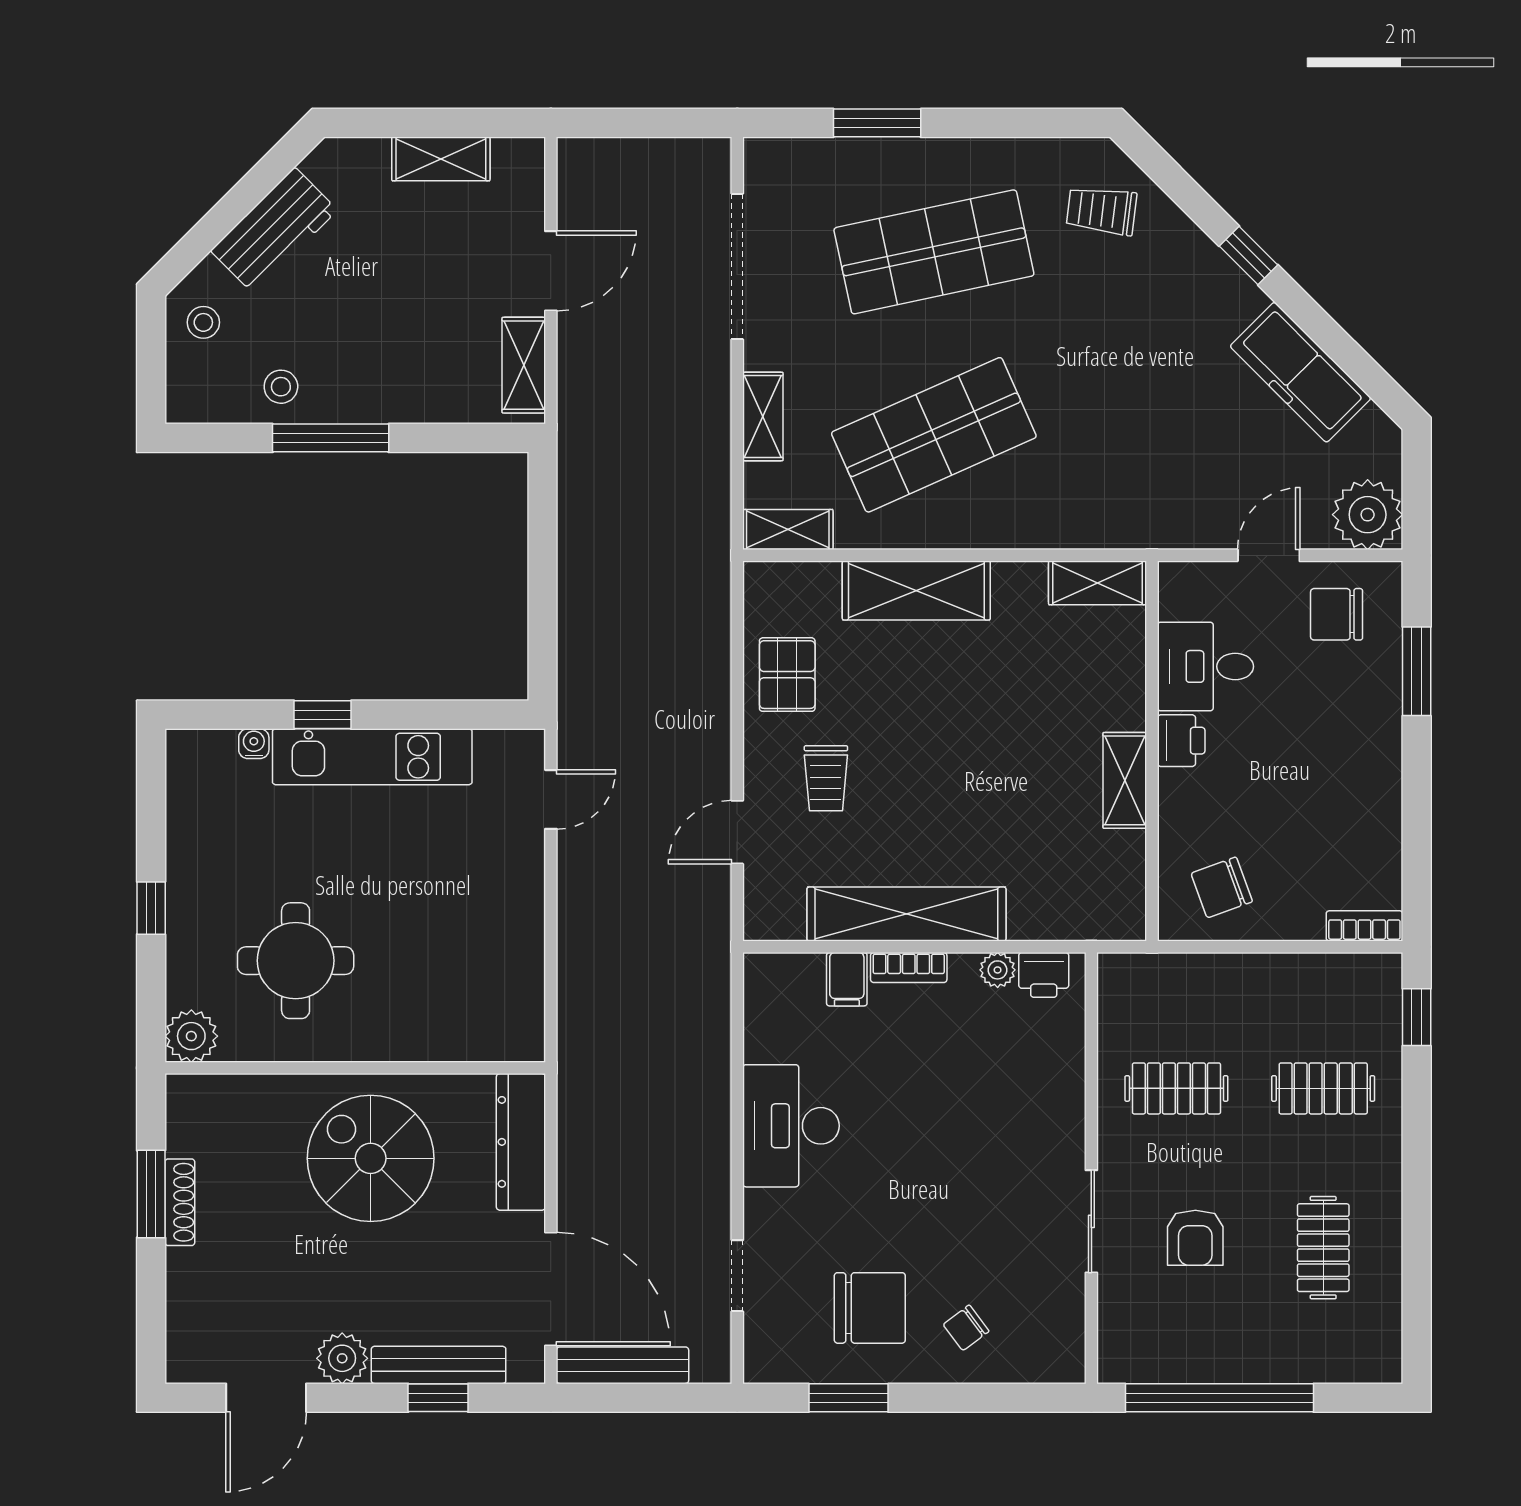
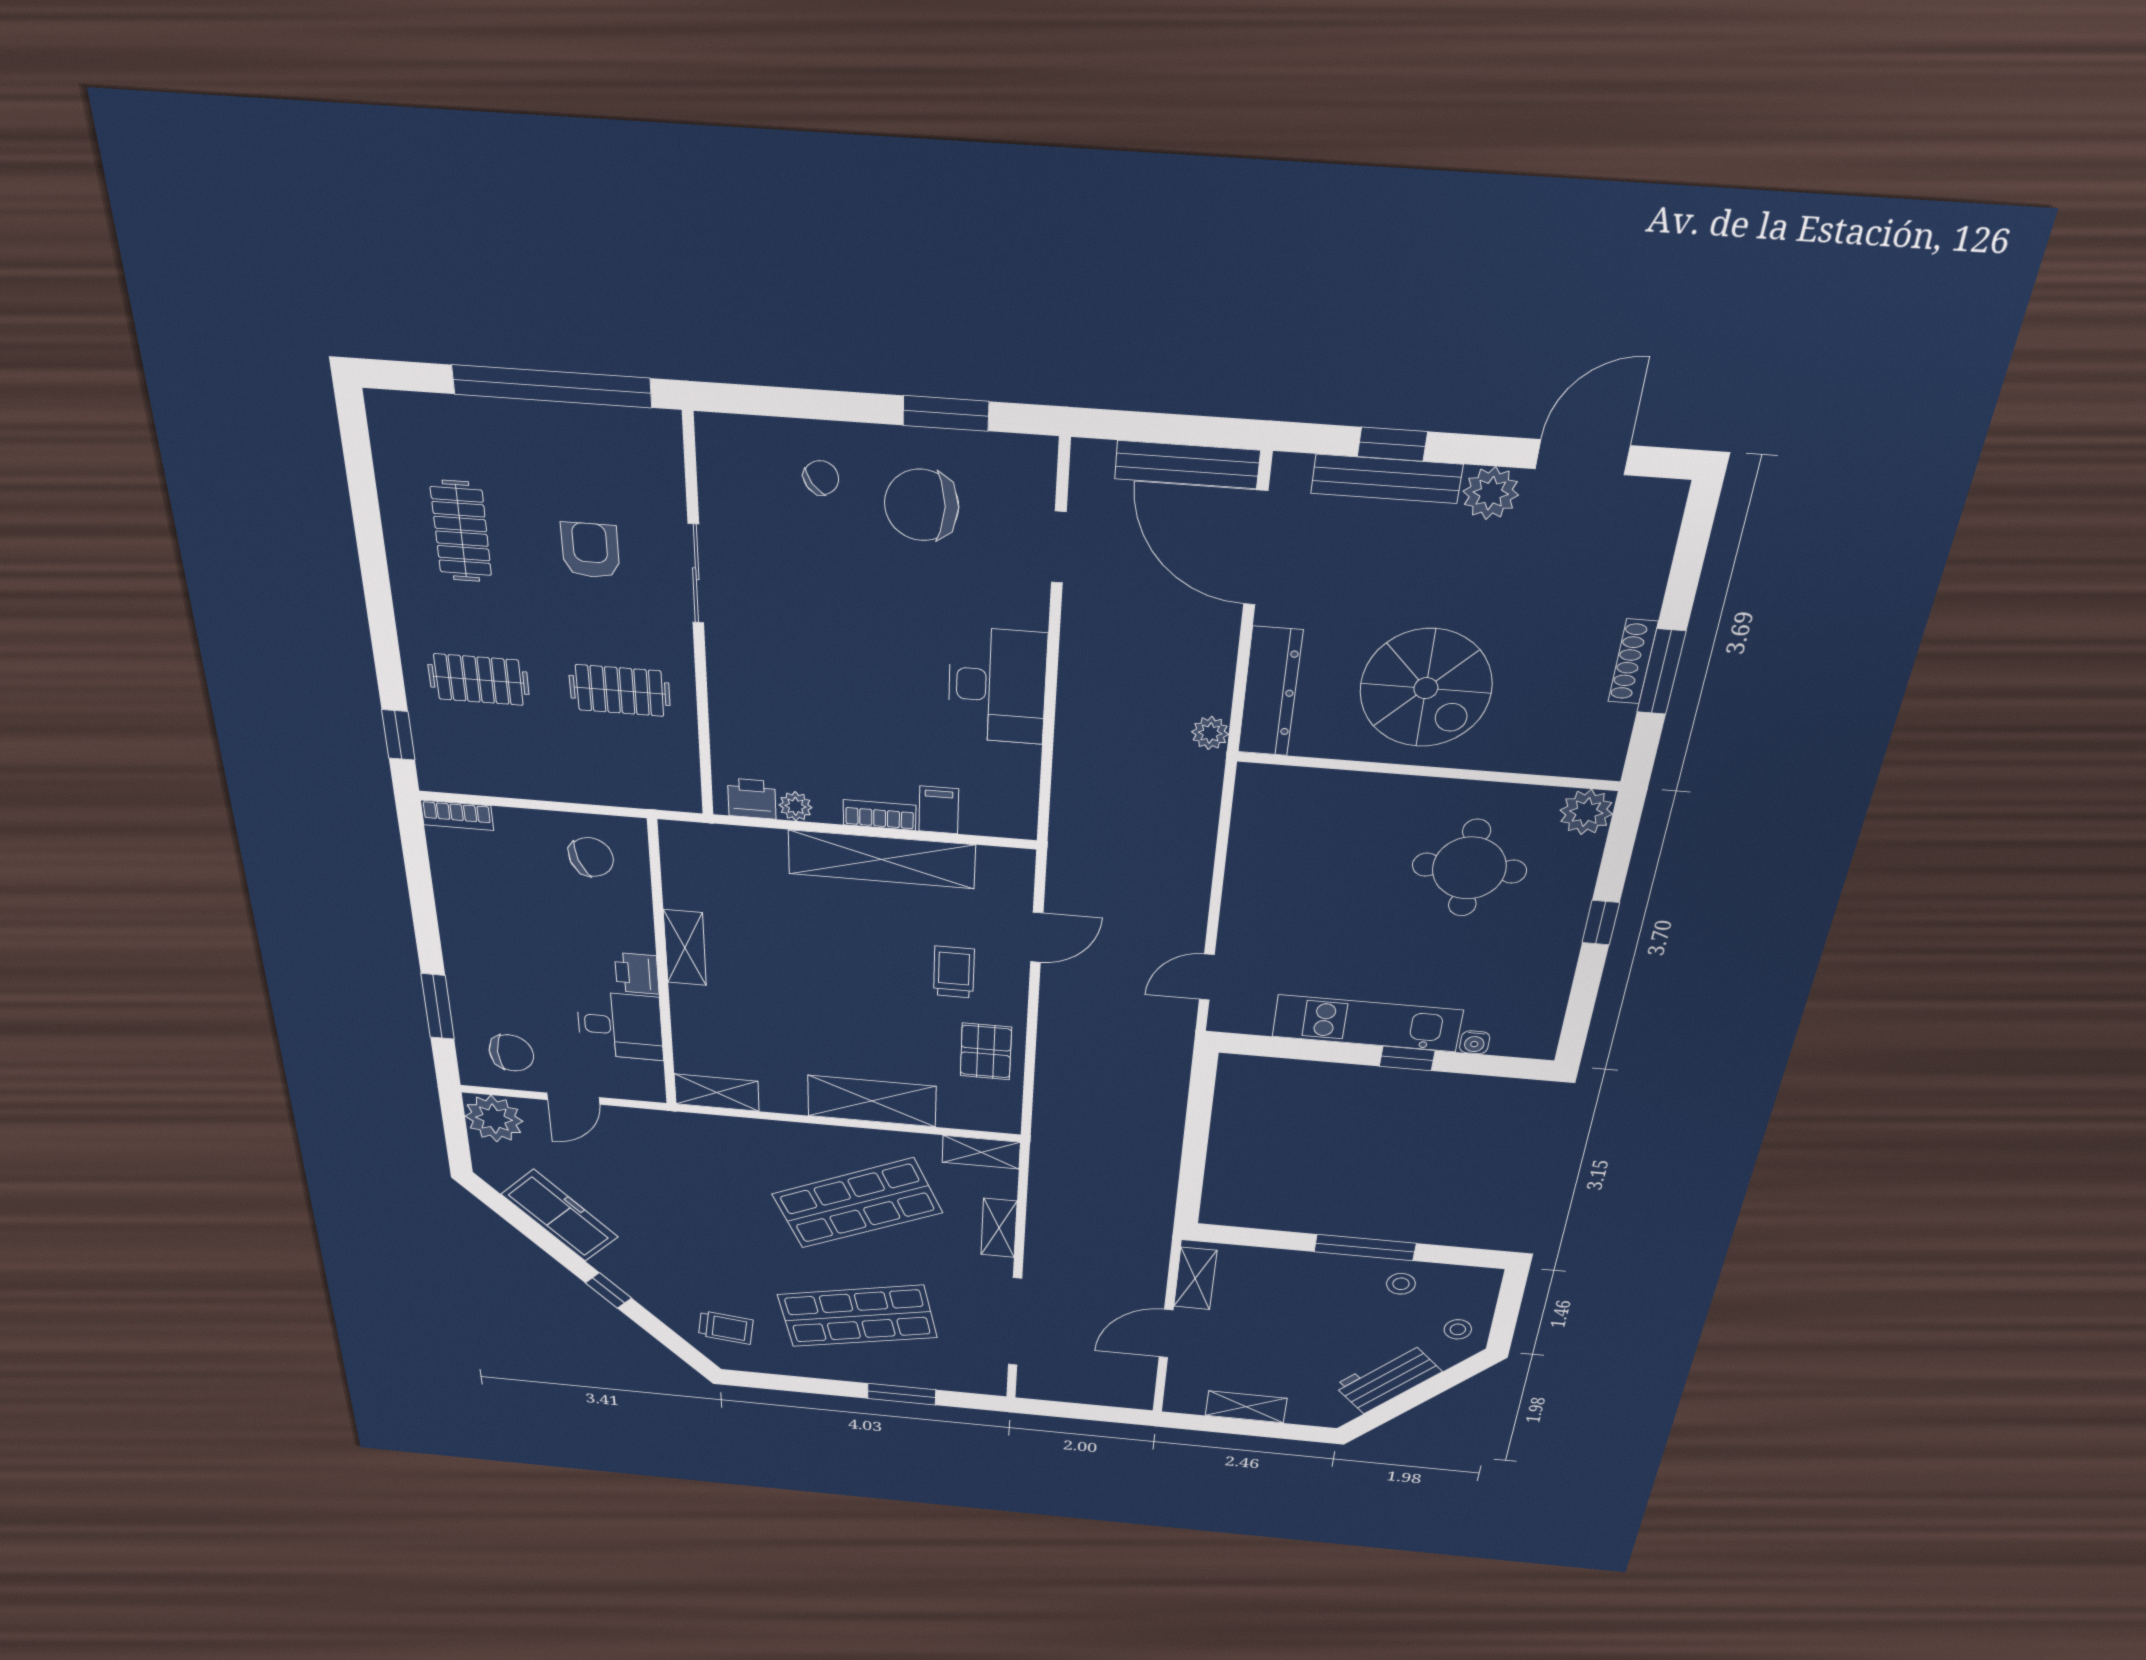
plant: (575, 1092) -> (1210, 733), added

